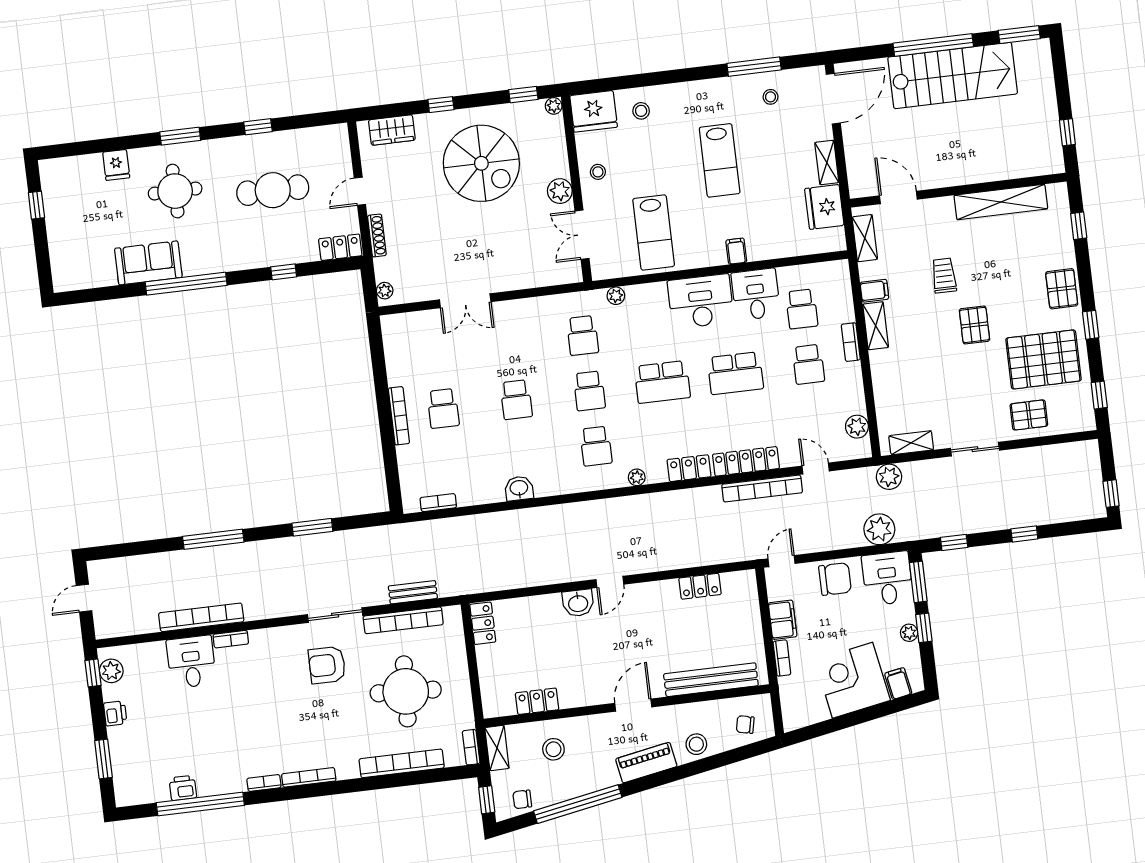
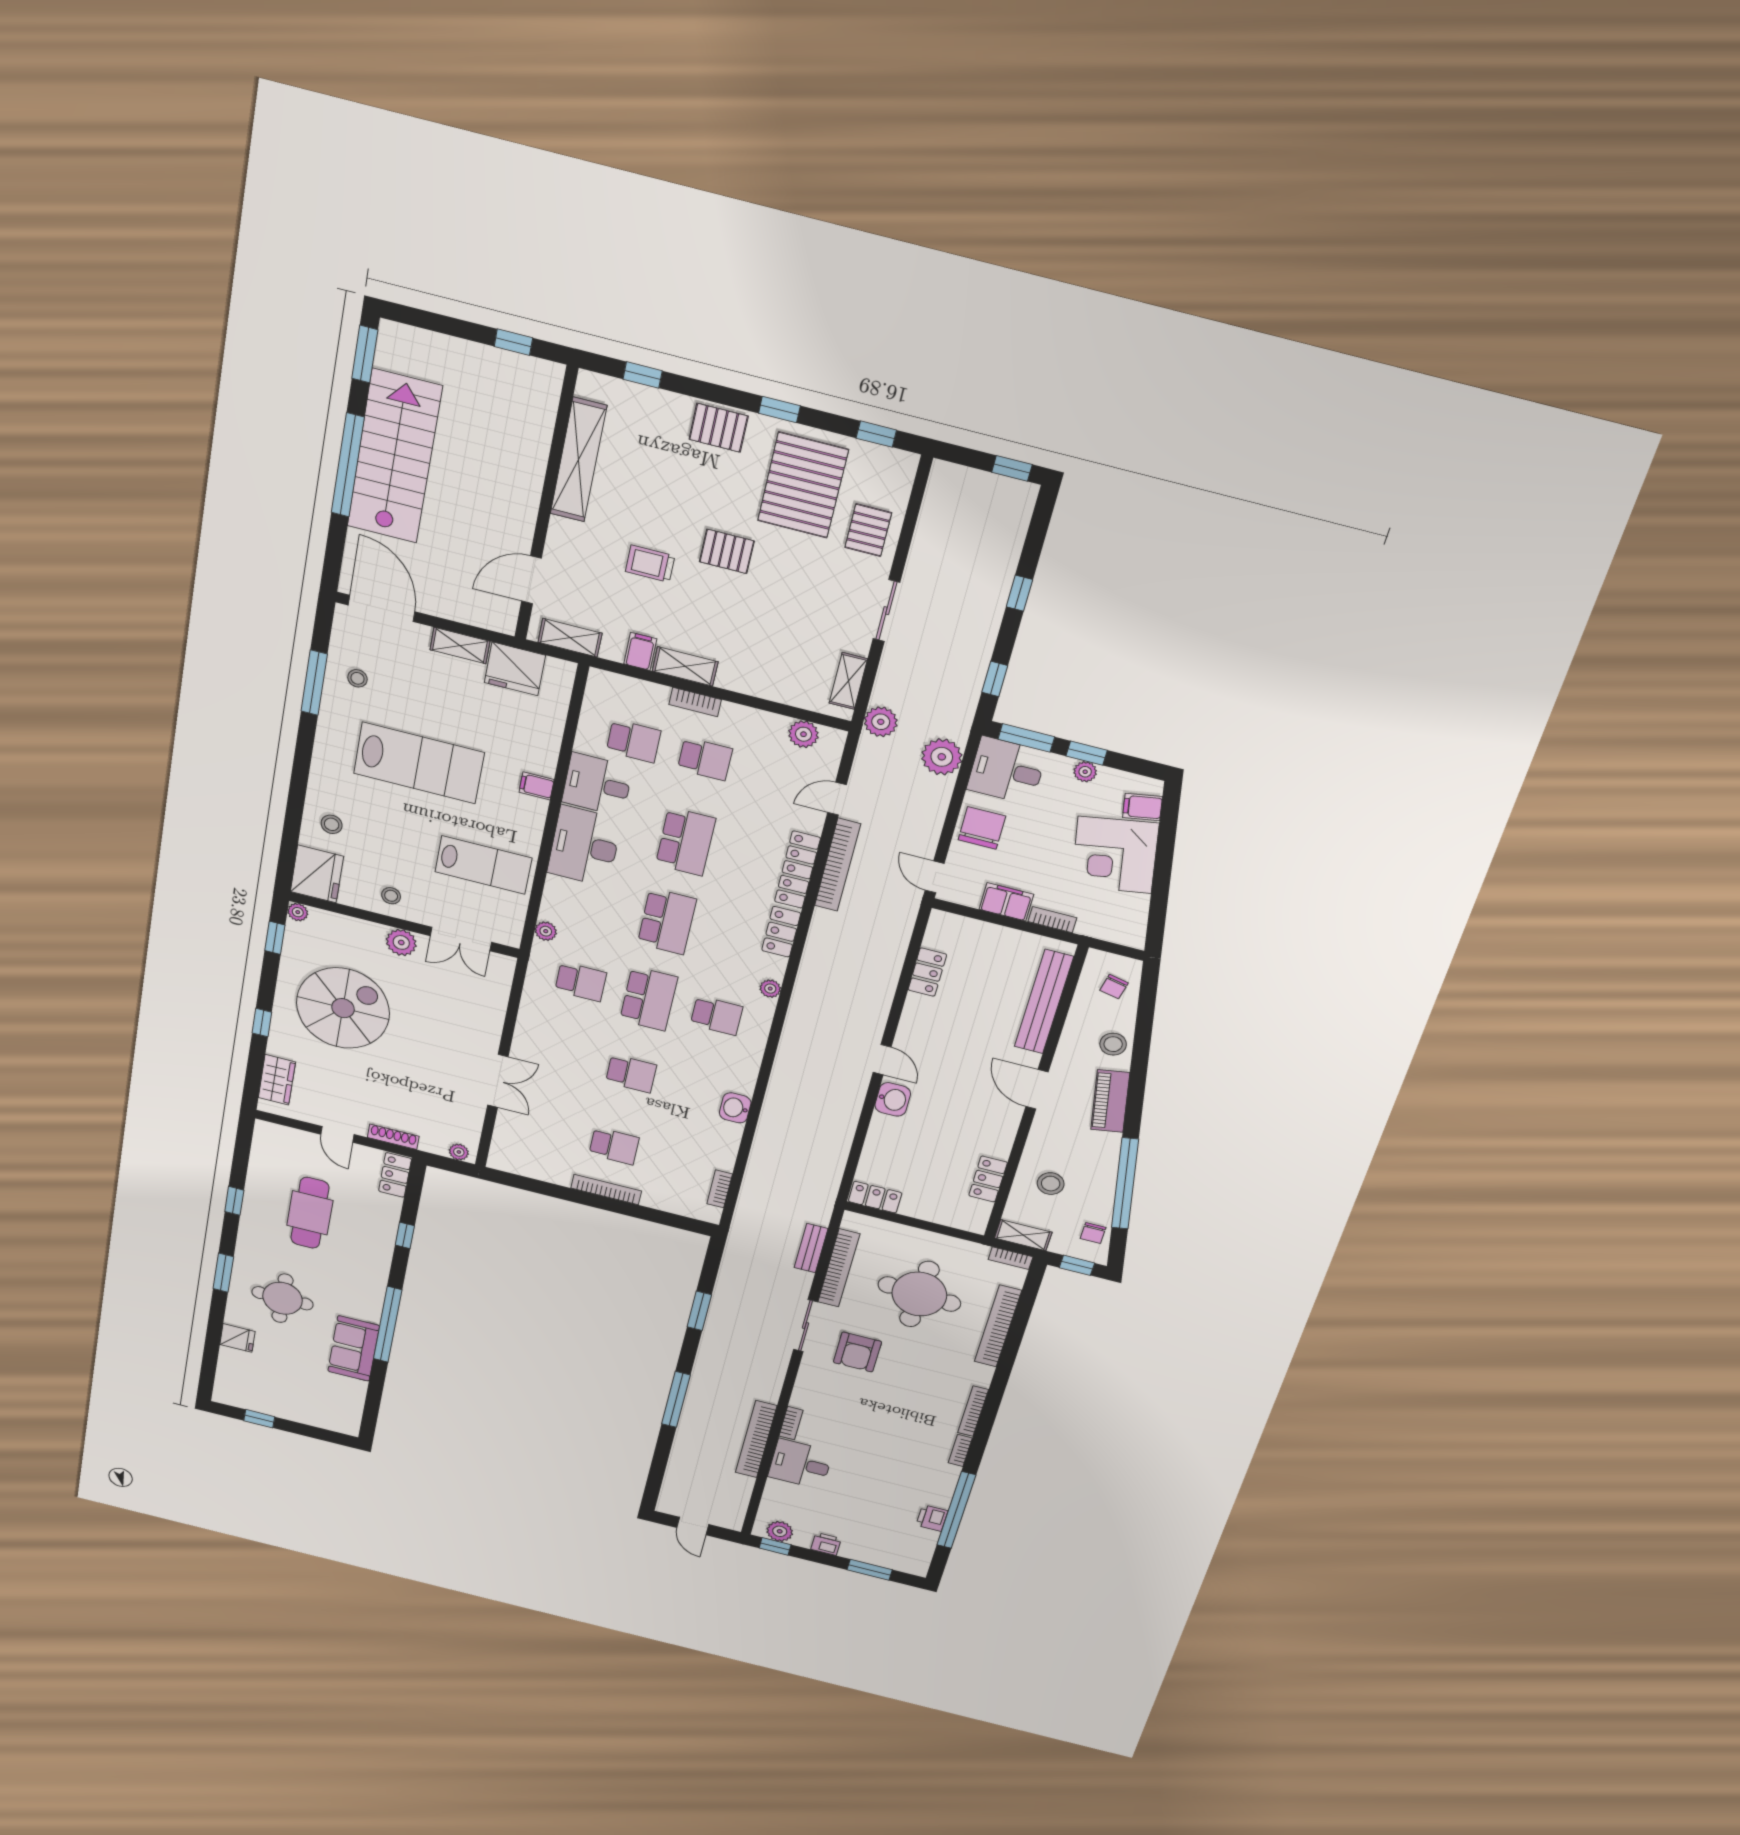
lab bench: (720, 160) -> (419, 763), width x1.36, depth x1.39
school desk: (589, 391) -> (649, 999), width x1.85

